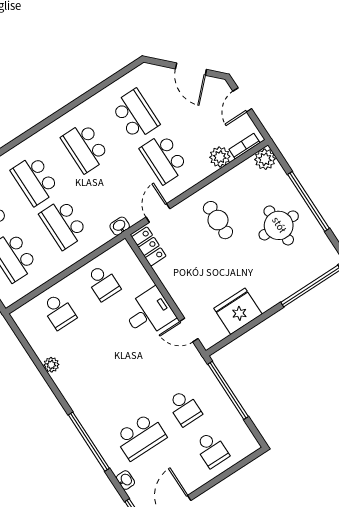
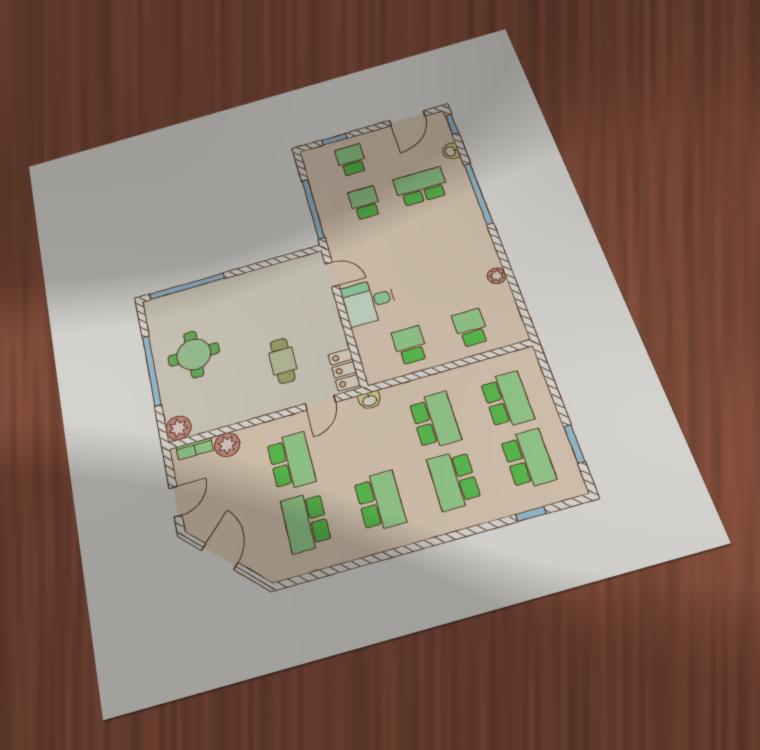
school desk: (35, 180) -> (454, 480), turned 180
cafe table: (218, 220) -> (283, 361), moved
fridge: (238, 311) -> (272, 280), removed
window: (235, 468) -> (334, 139), added

